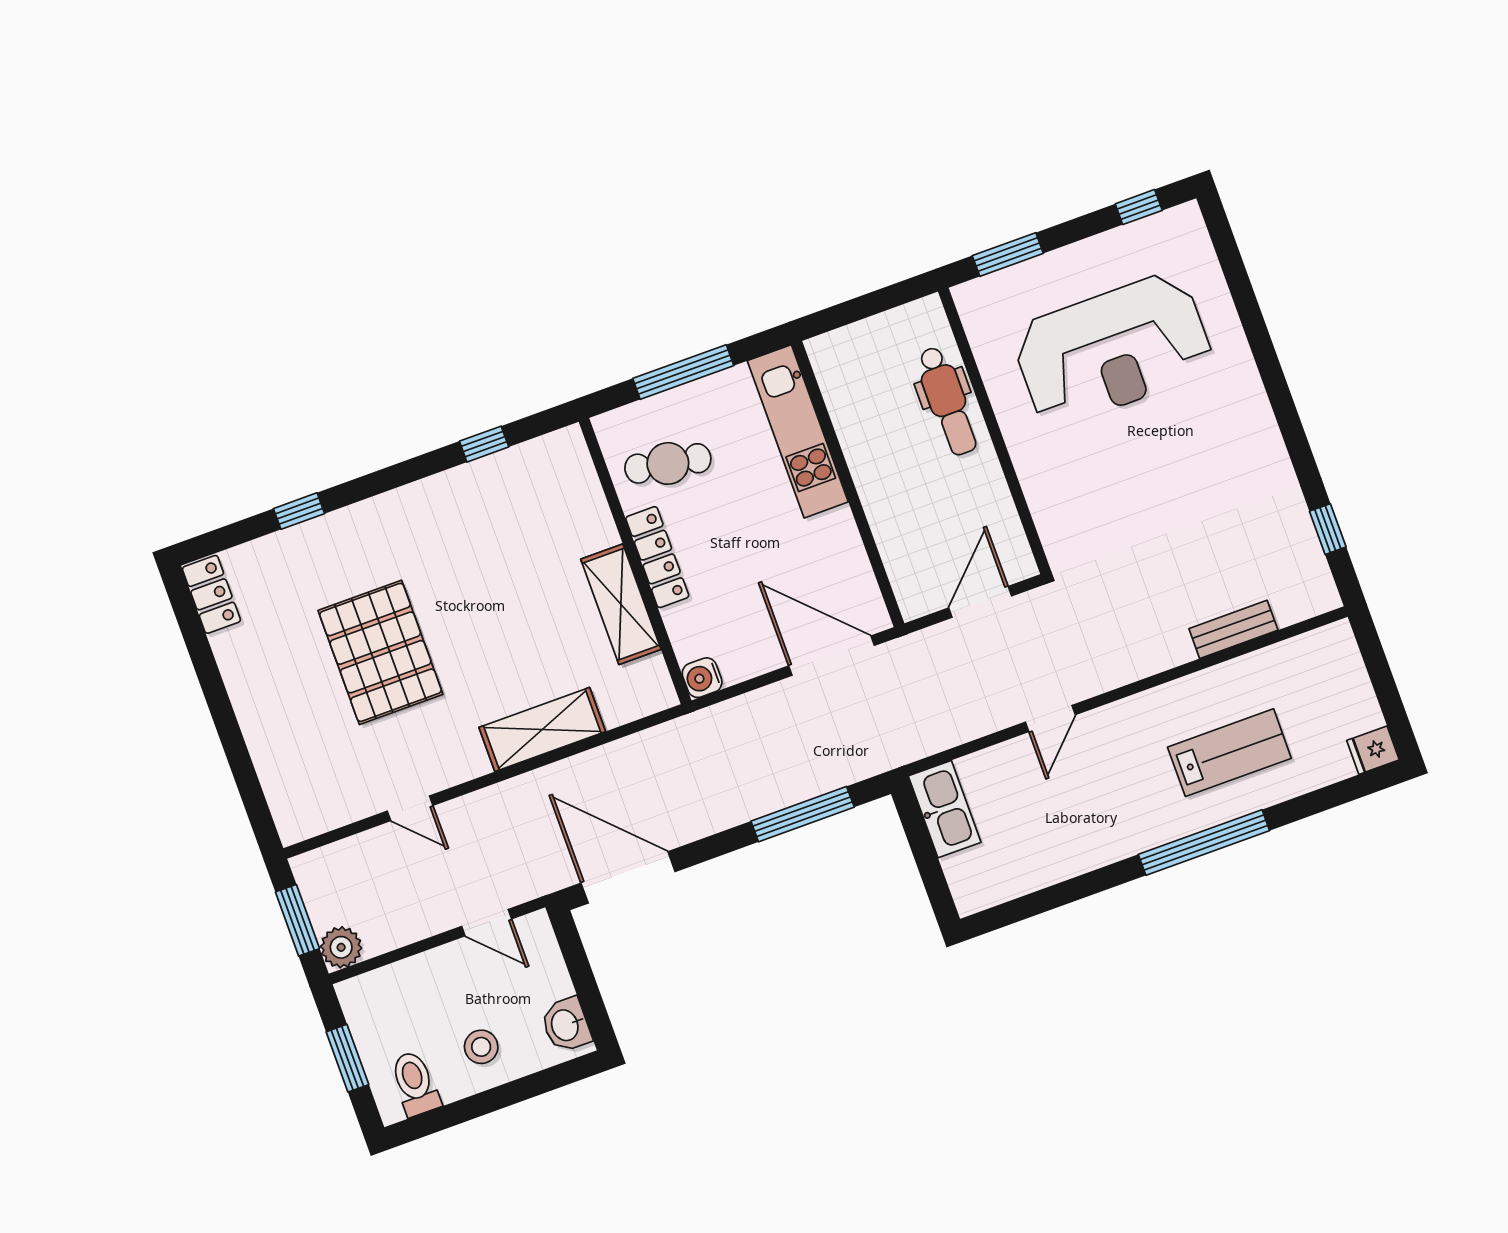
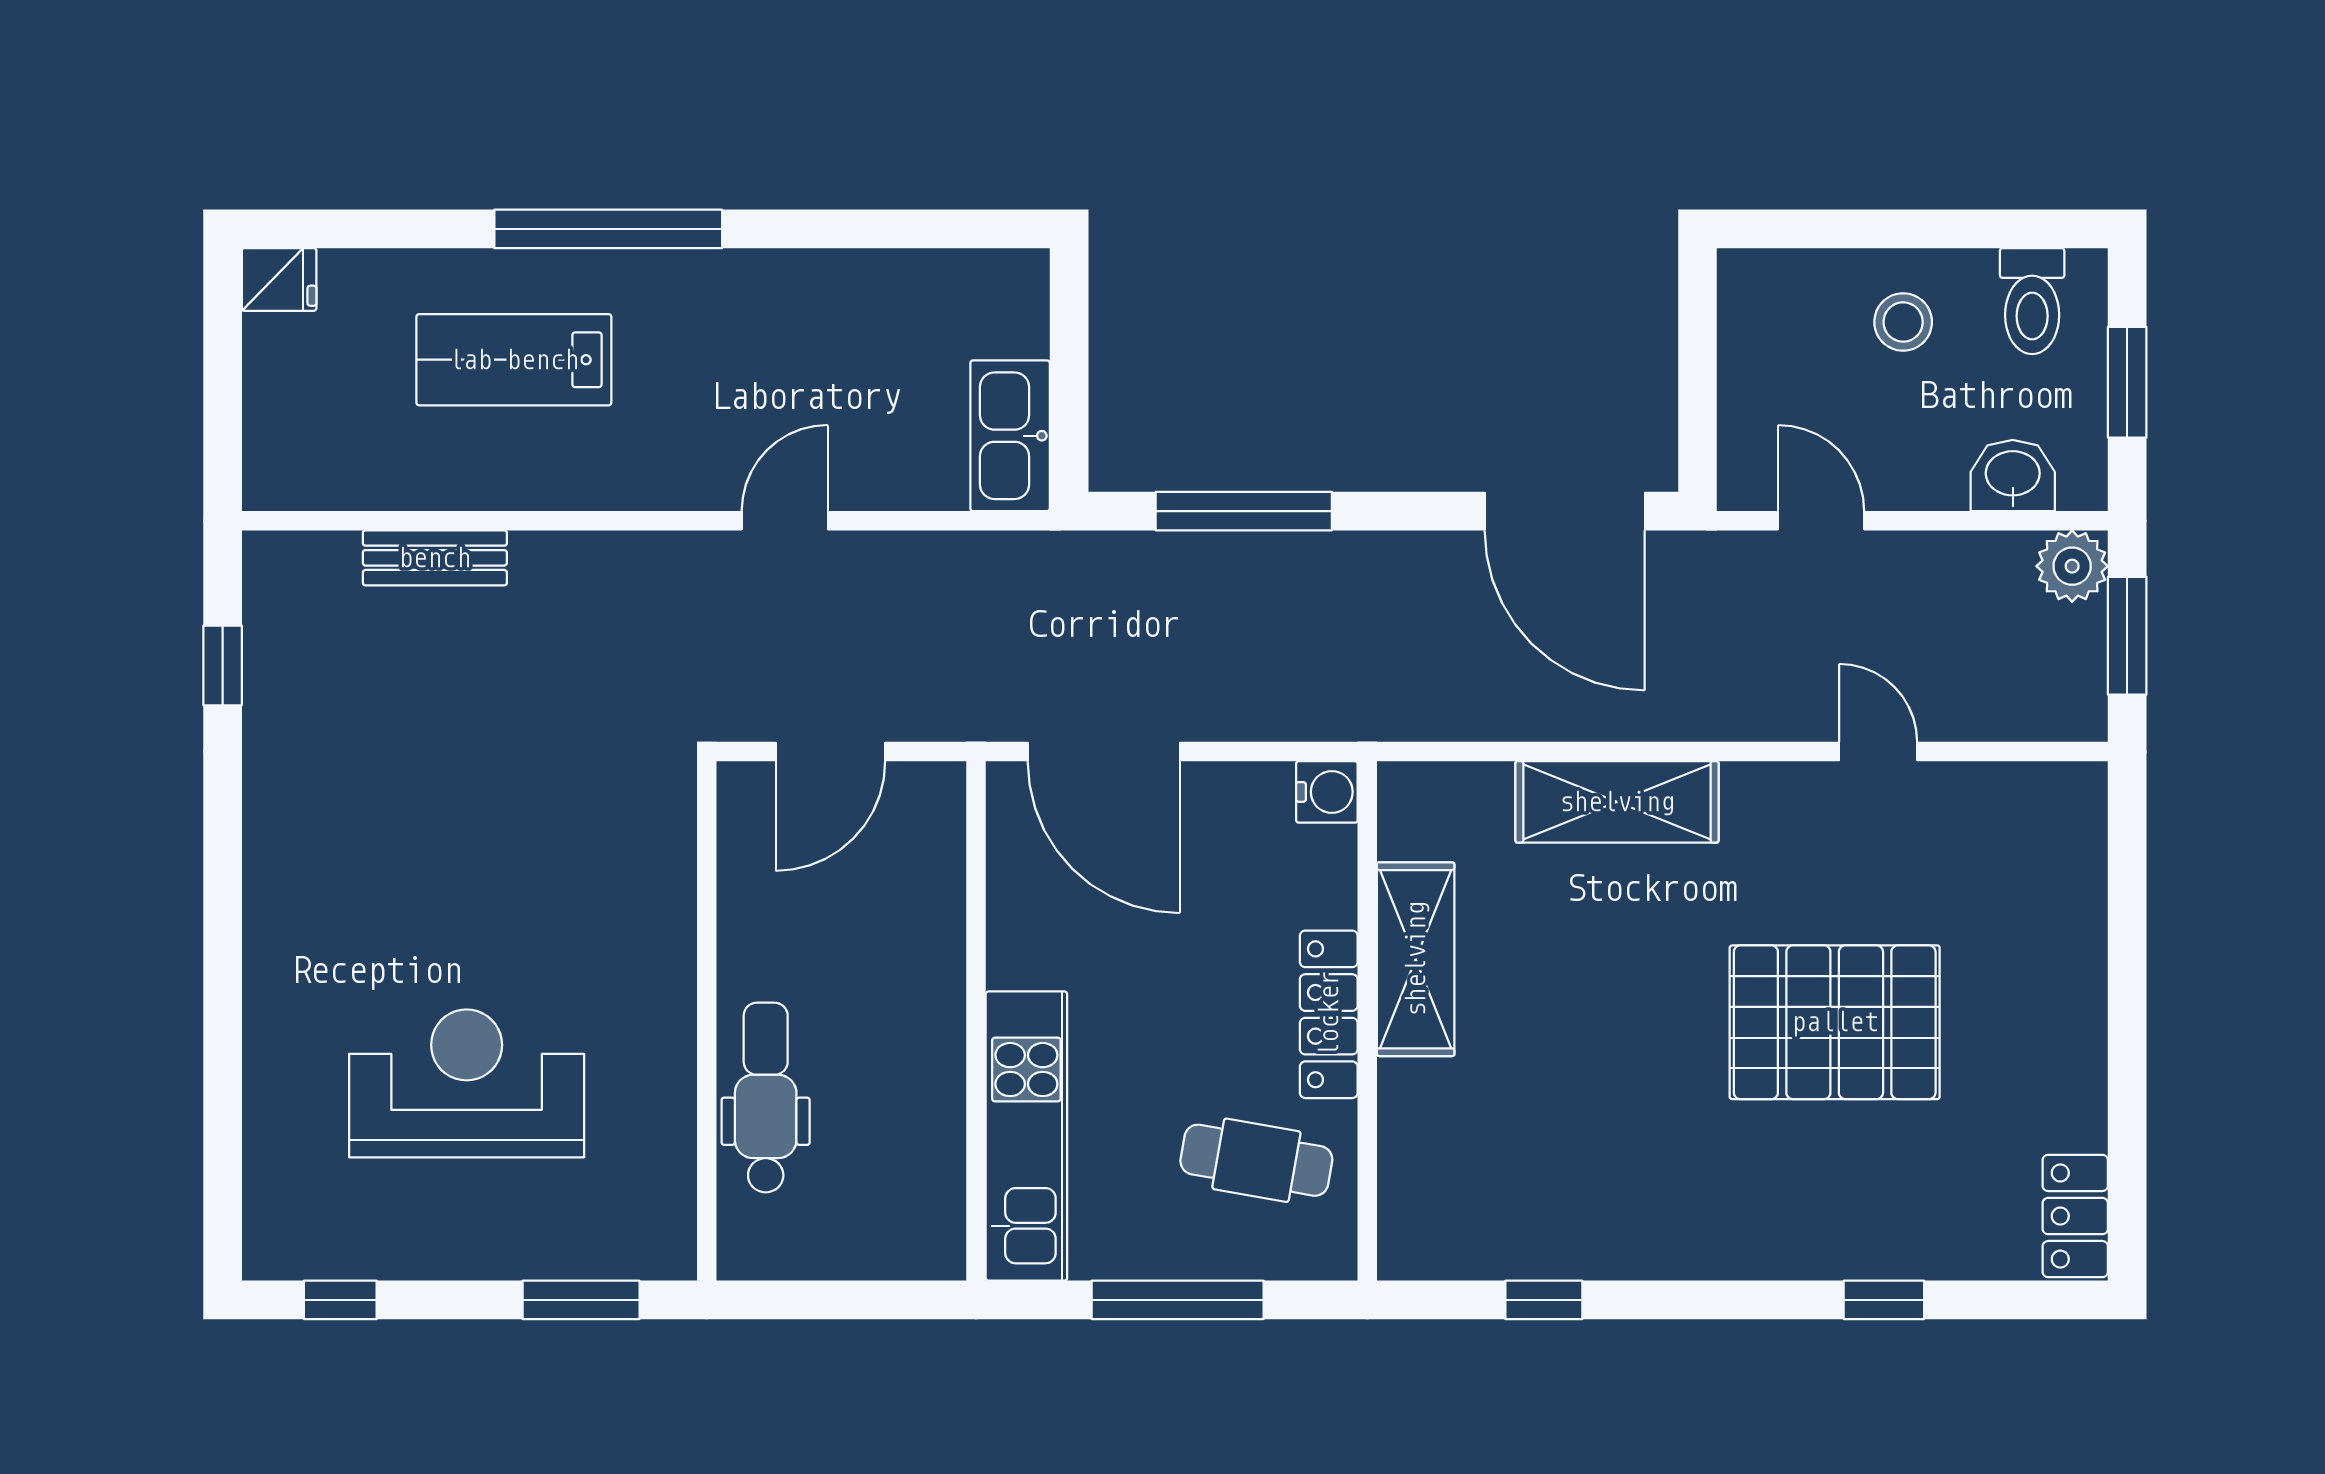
reception desk: (1113, 350) -> (467, 1083), width x0.74, depth x0.77
pallet: (380, 652) -> (1835, 1022), turned 90
washbasin: (566, 1025) -> (2013, 475), moved, turned -90

